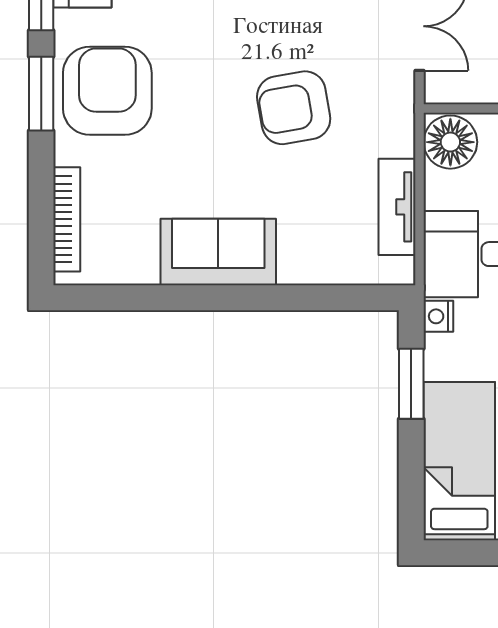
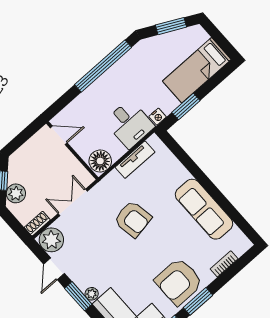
bookcase: (67, 219) -> (224, 264), width x0.64
sofa: (218, 252) -> (204, 209), width x1.36

